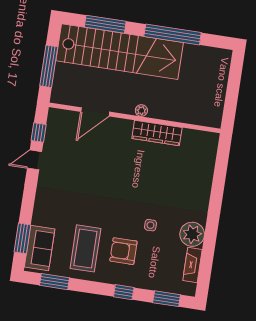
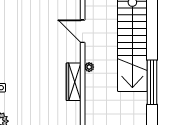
window: (105, 24) -> (152, 29), removed

